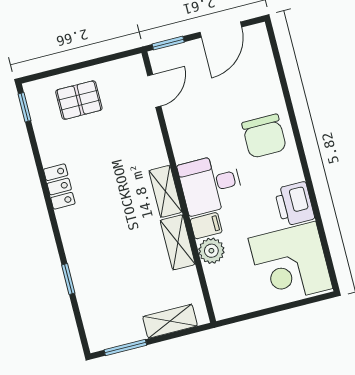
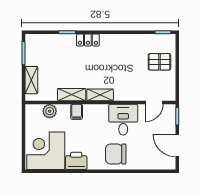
door: (154, 91) -> (154, 103), hinge flipped
pallet: (79, 100) -> (159, 62), turned 90
desk: (211, 184) -> (123, 120), moved
locker: (59, 187) -> (88, 40), moved
plant: (211, 251) -> (50, 111), moved

